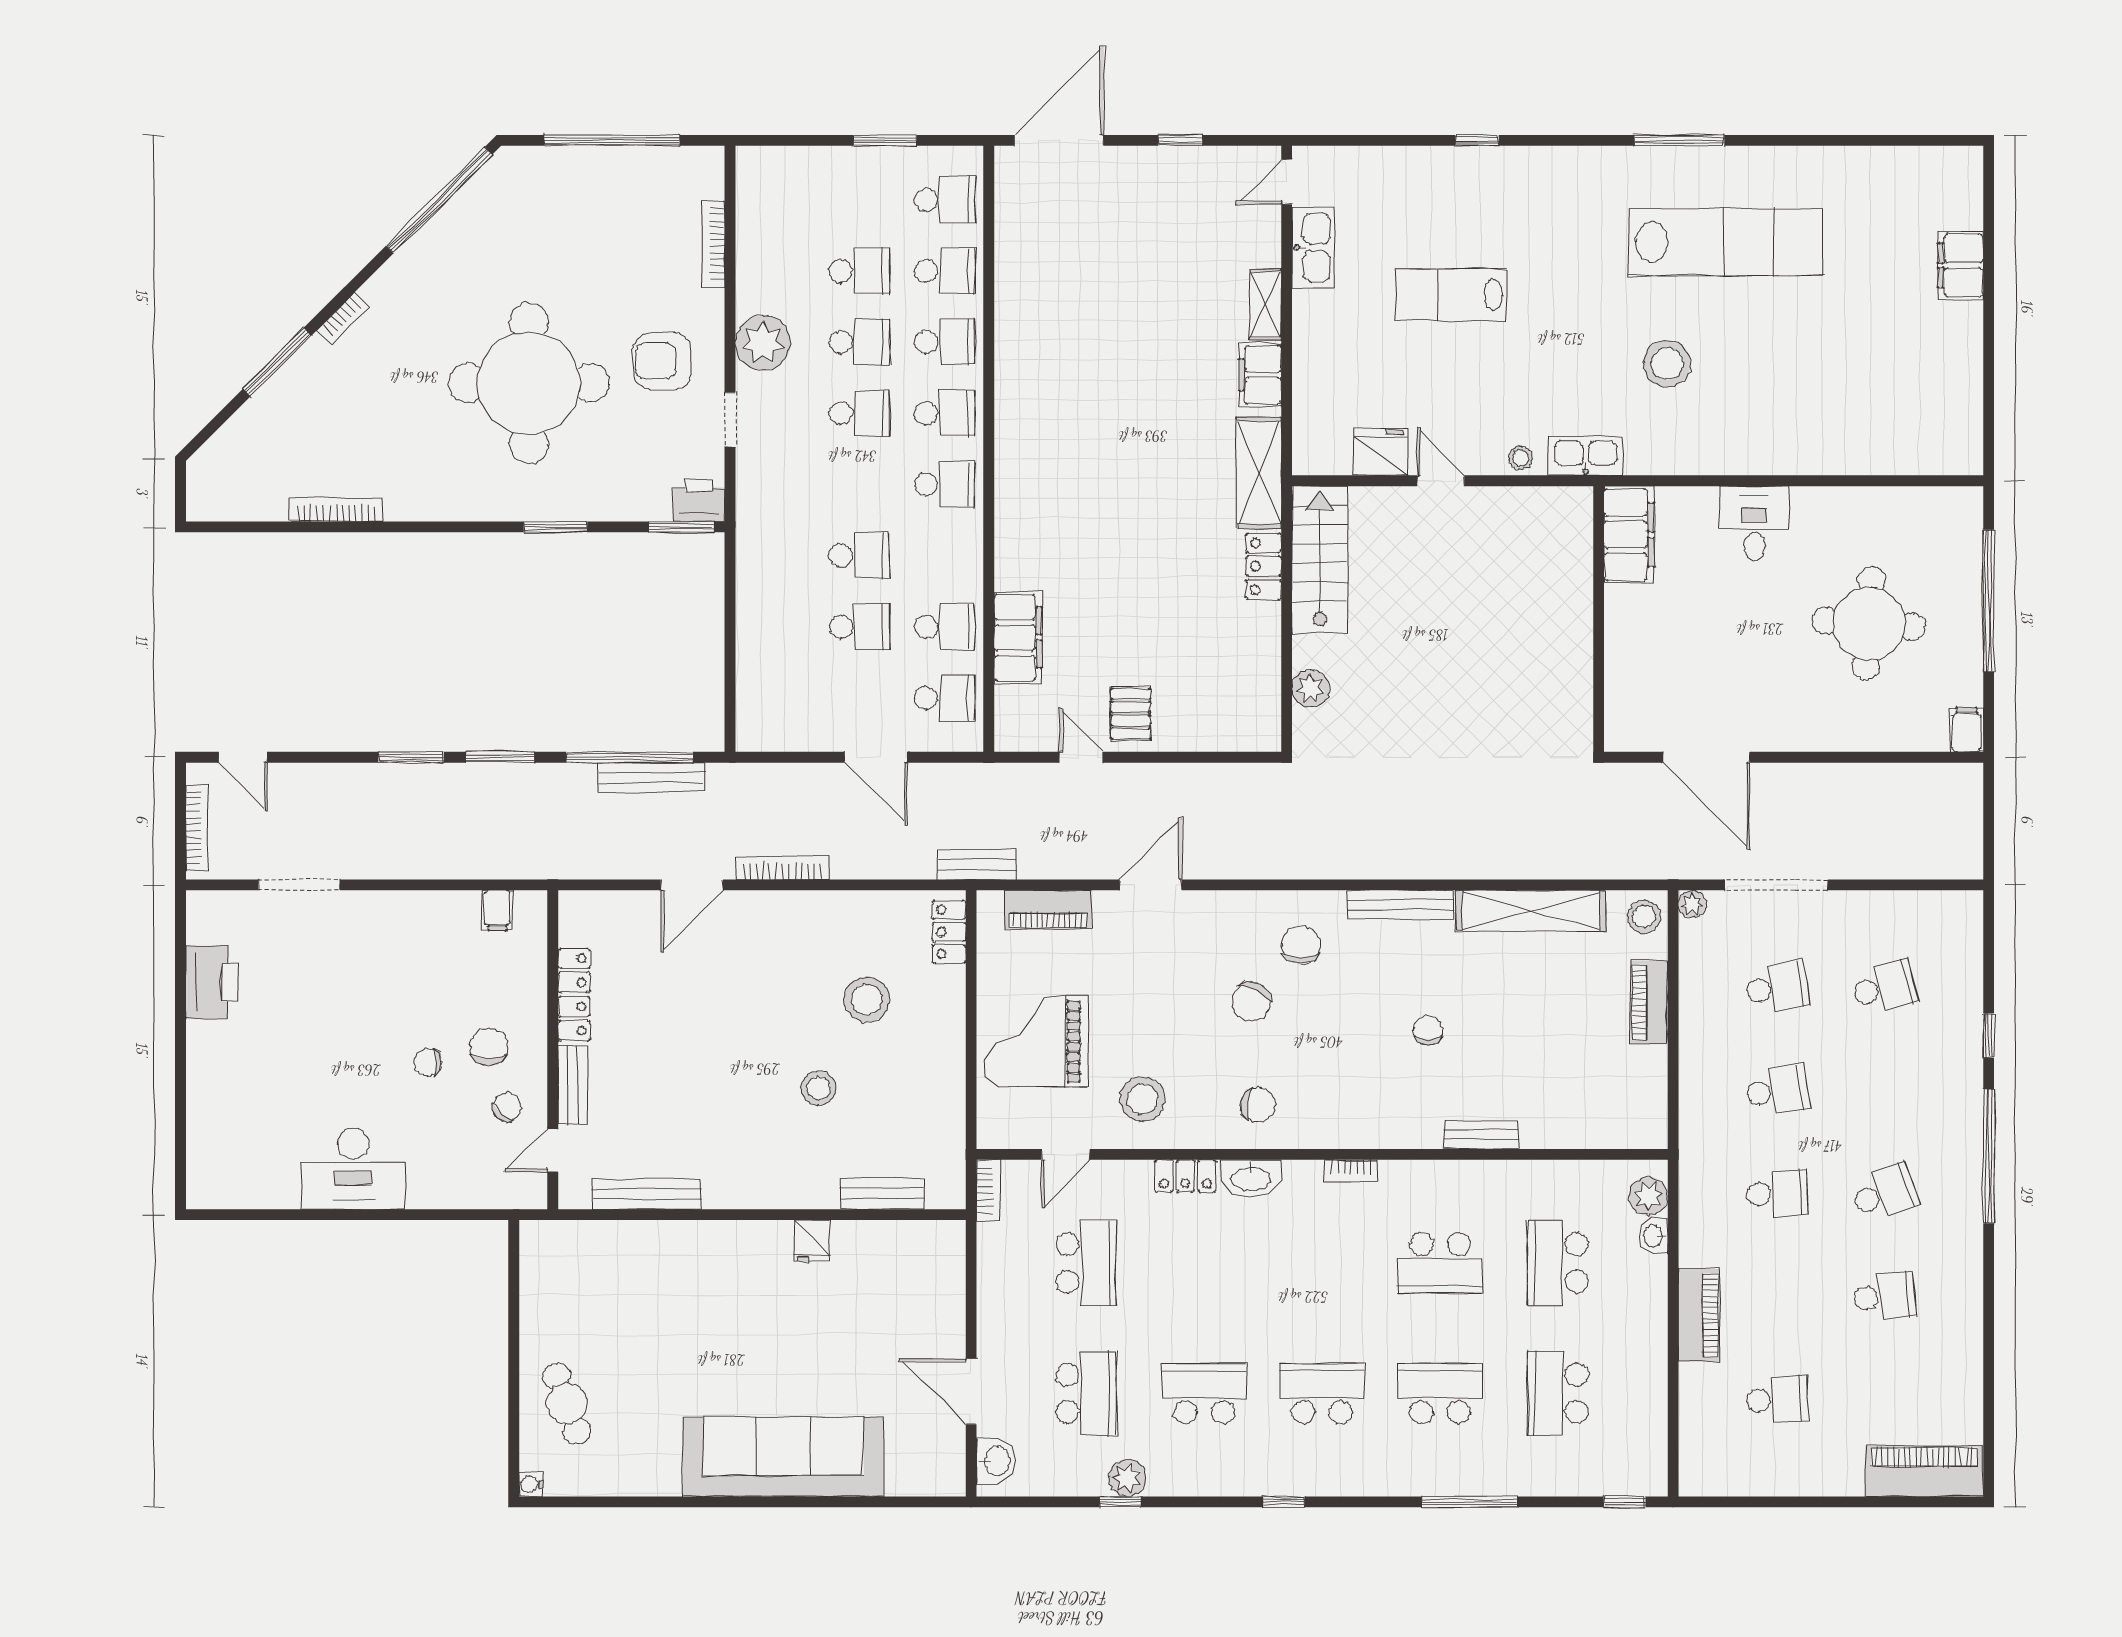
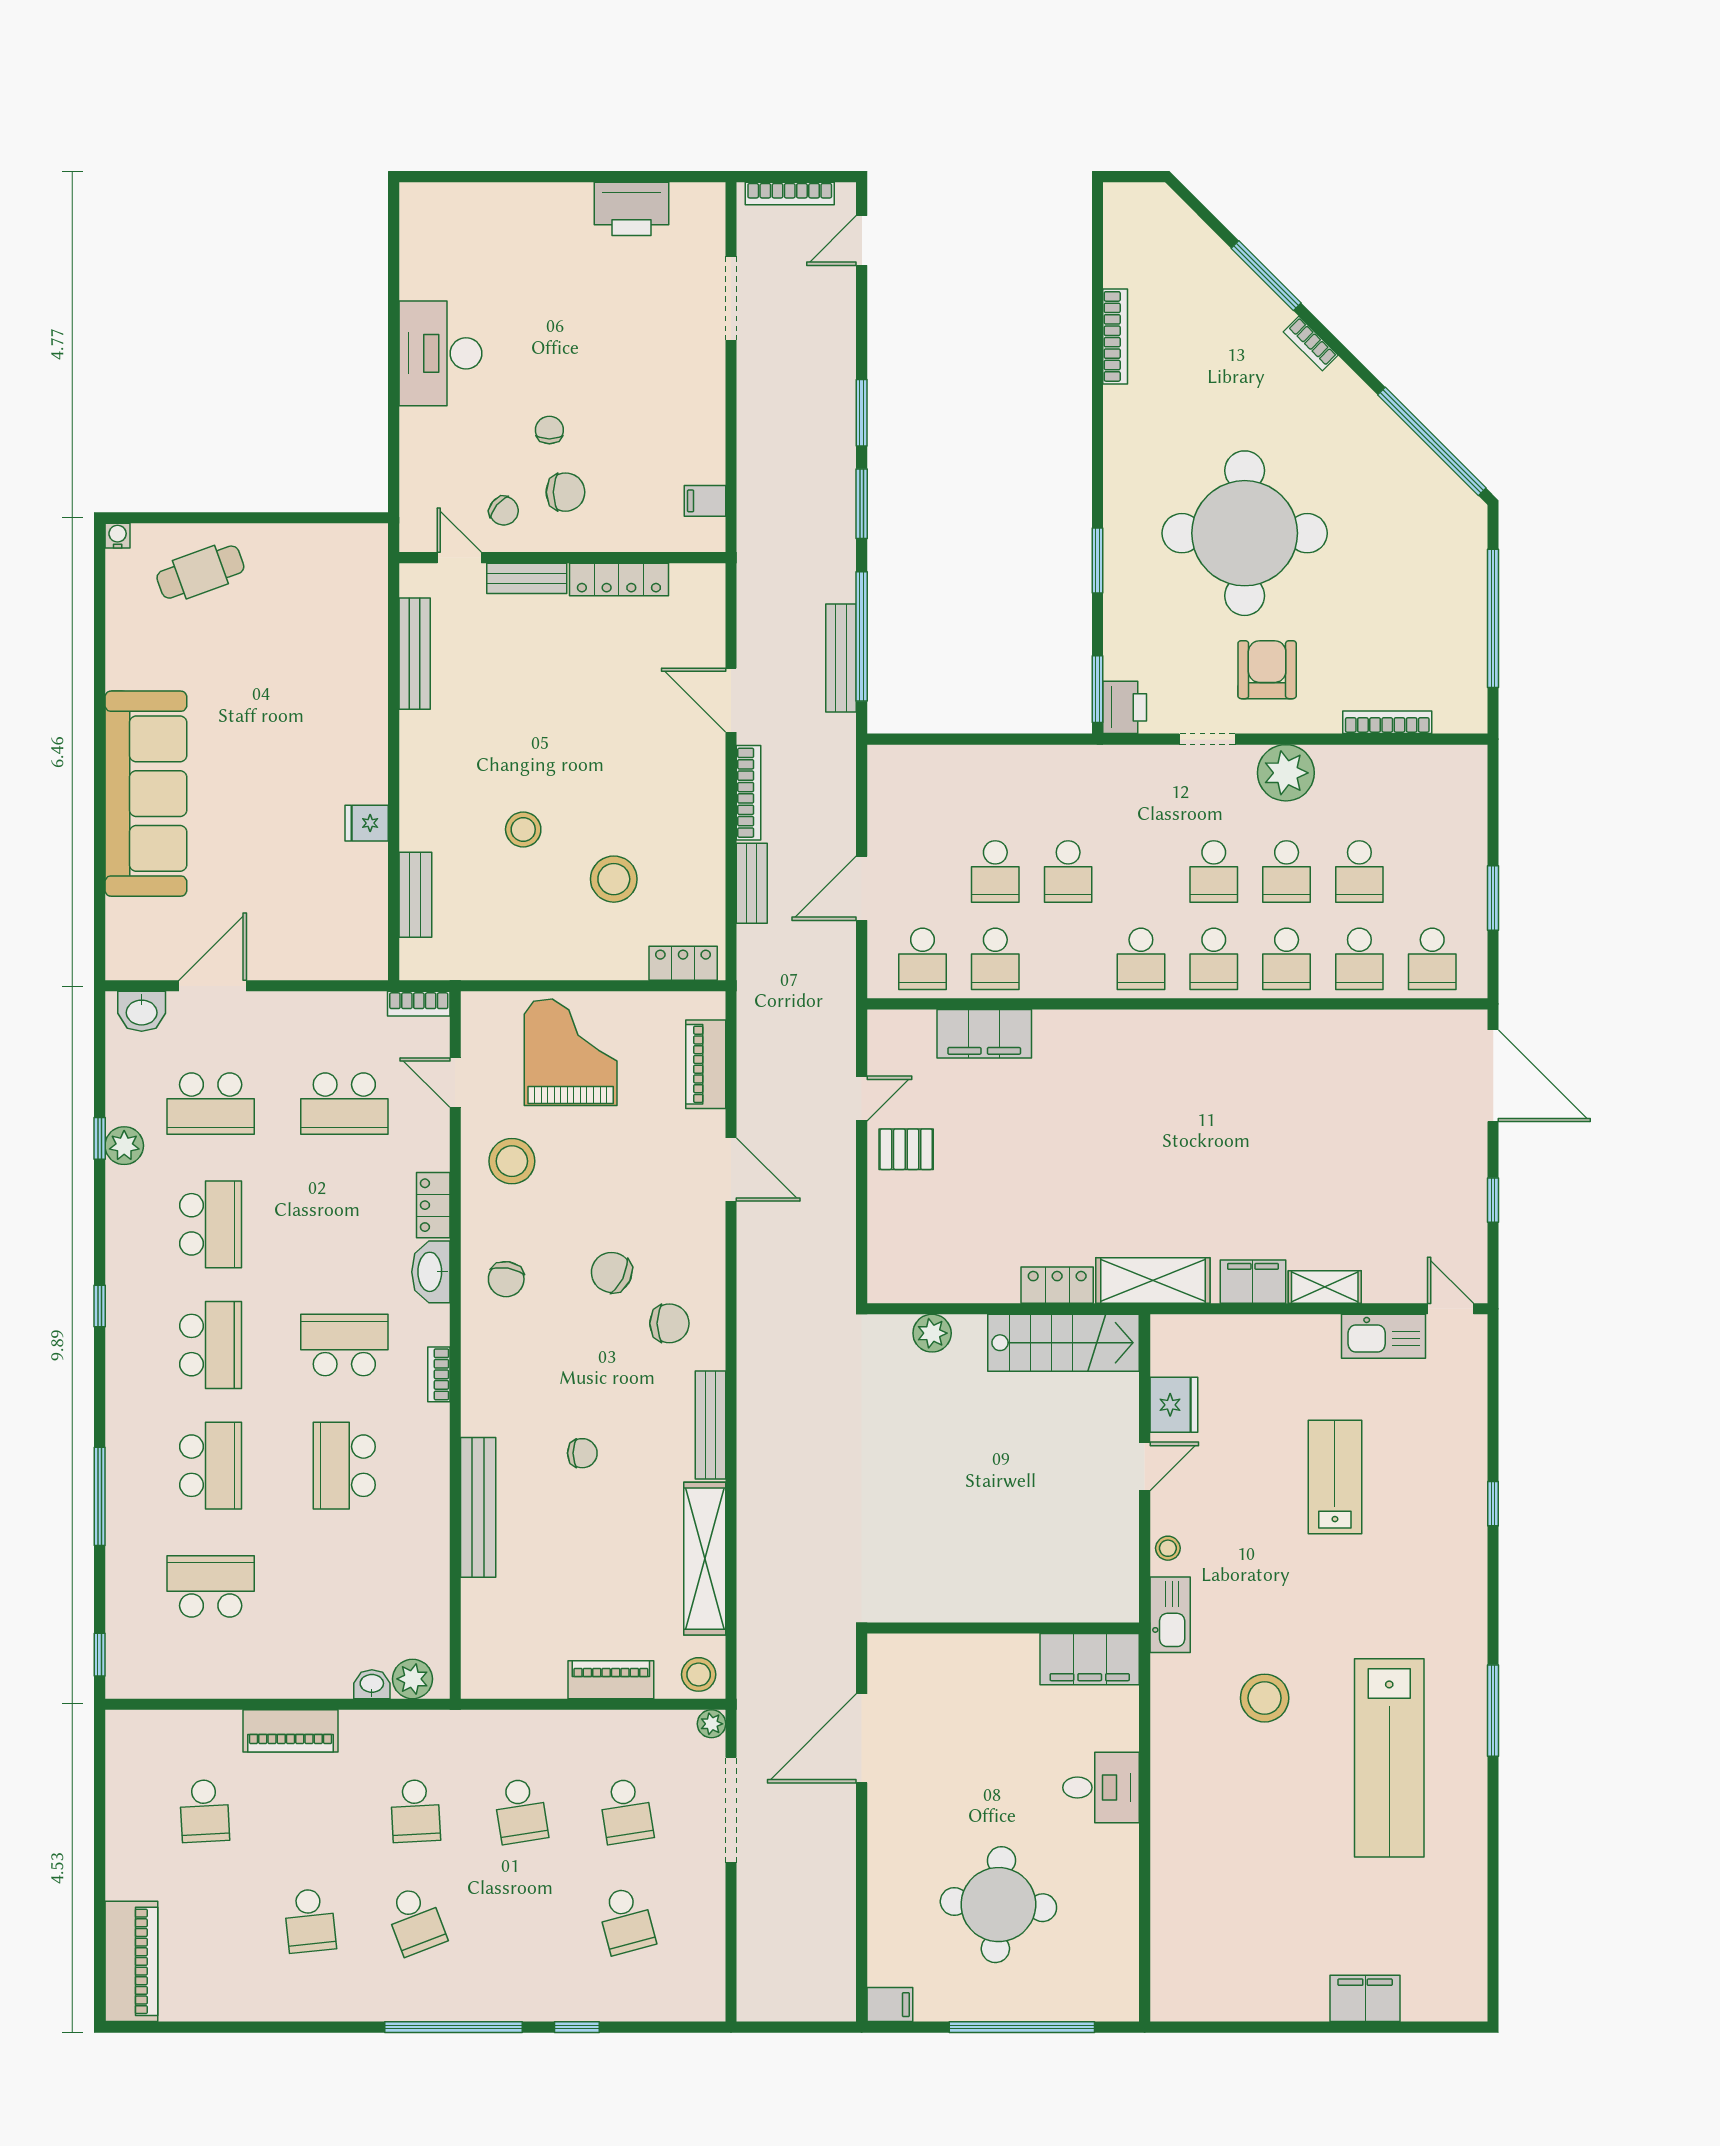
bench: (977, 865) -> (752, 883), moved
bench: (1481, 1135) -> (478, 1507), width x1.86, depth x1.21
school desk: (1558, 1263) -> (344, 1345), moved

